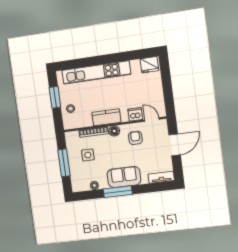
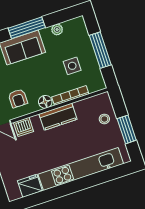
fridge: (149, 65) -> (30, 186), moved

